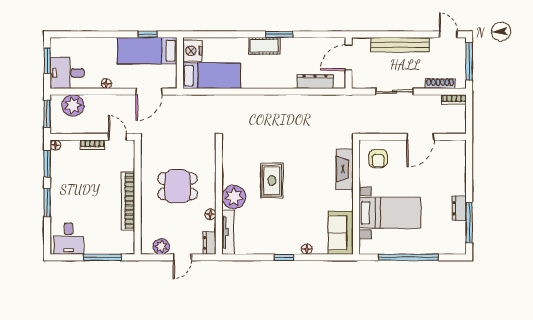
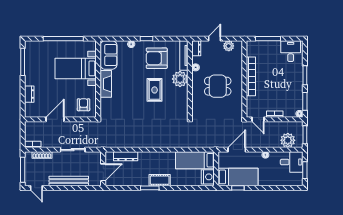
fireplace: (345, 169) -> (106, 84), moved
dresser: (459, 208) -> (29, 94), moved
armchair: (269, 228) -> (157, 58), added

